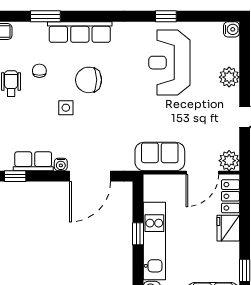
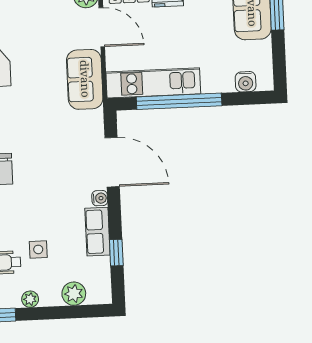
side table: (66, 108) -> (38, 249), moved
window: (138, 234) -> (179, 101), width x3.17
kitchen unit: (154, 241) -> (153, 83), moved

